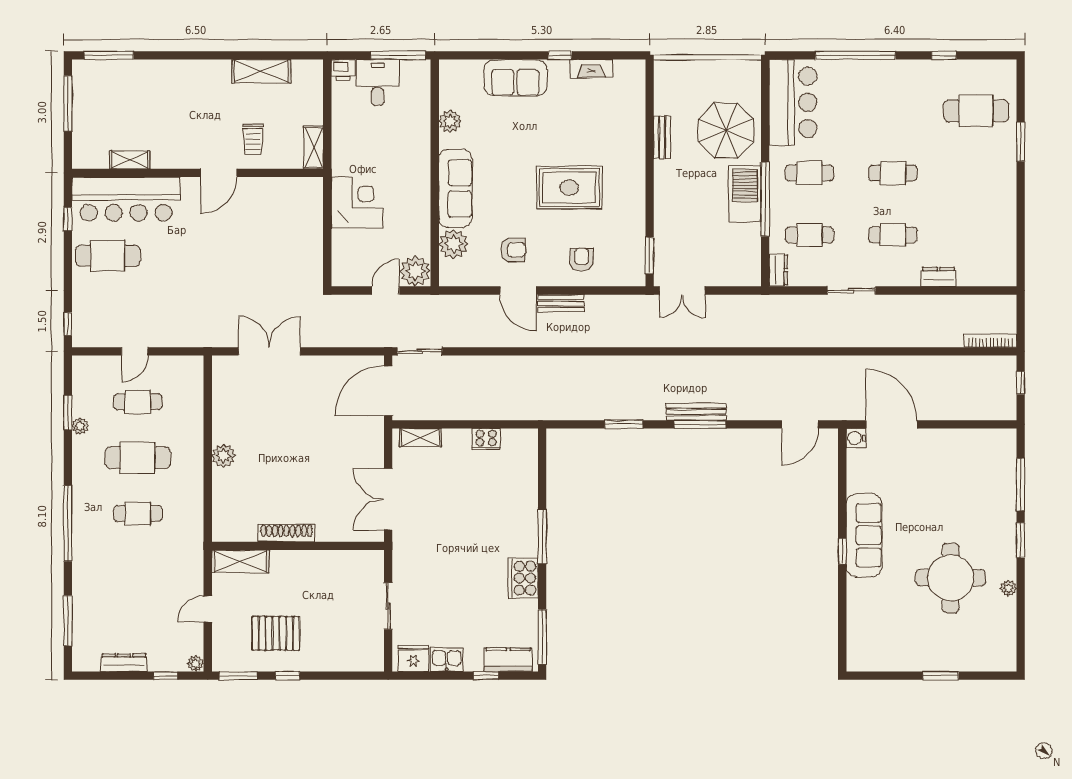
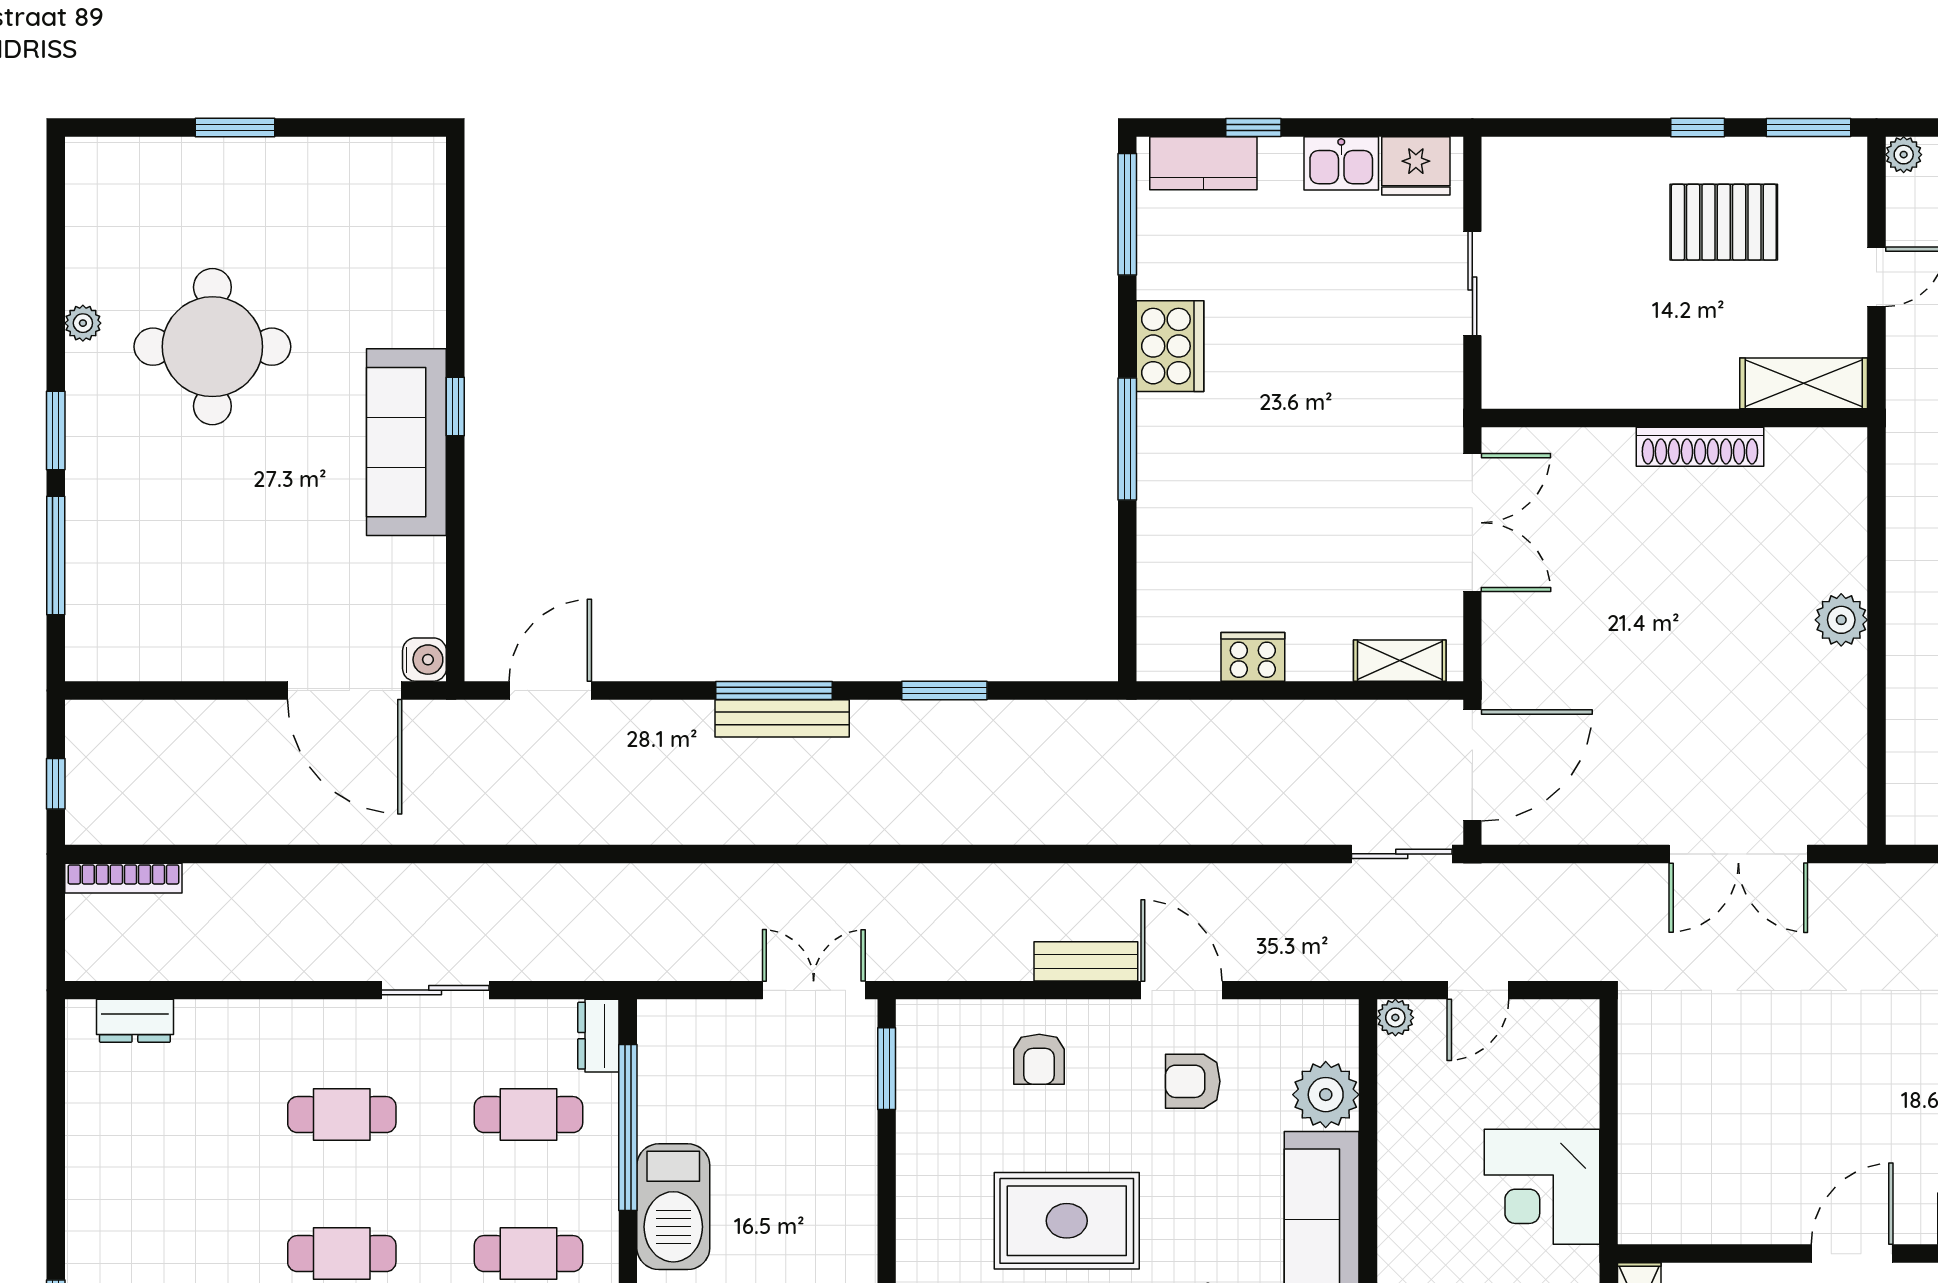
window: (765, 199) -> (628, 1127), moved
plant: (415, 271) -> (1395, 1018), width x0.53, depth x0.53
dresser: (939, 277) -> (135, 1021), moved

